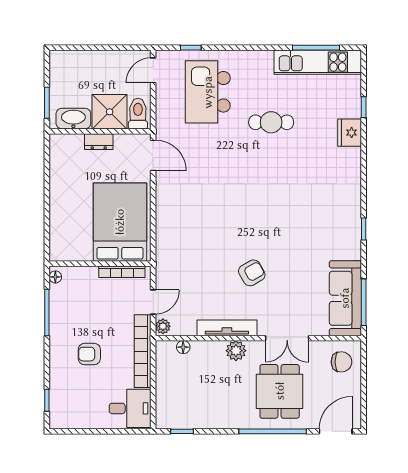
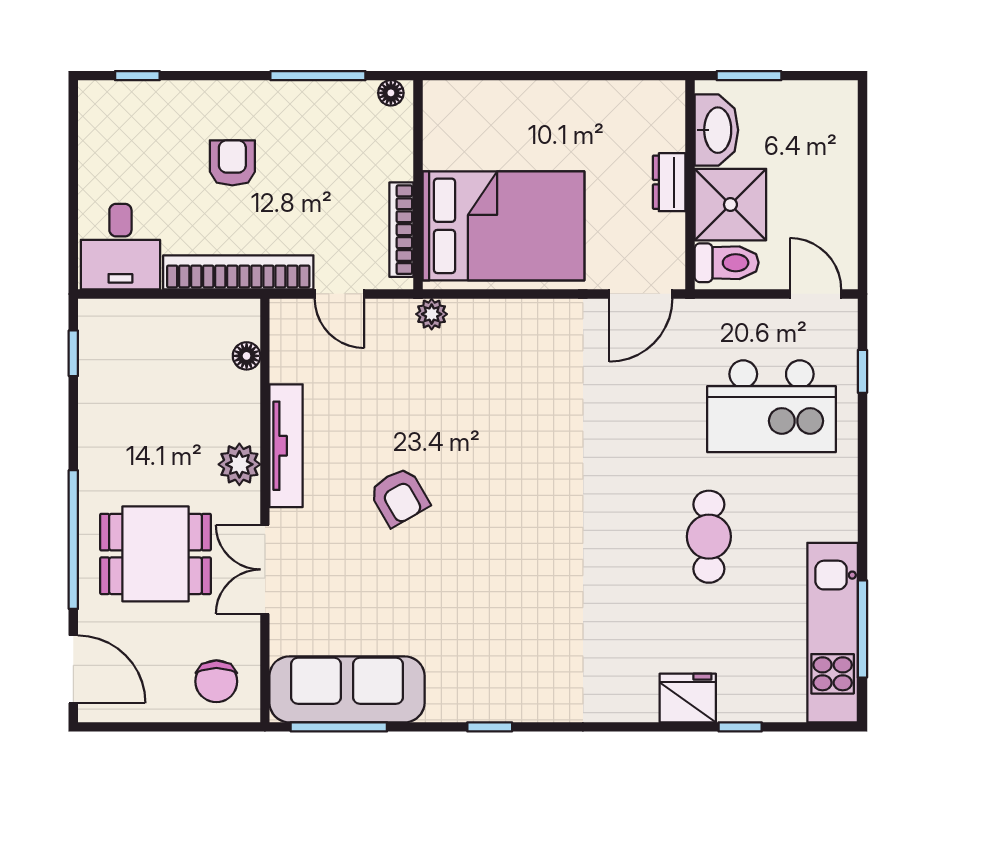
kitchen island: (208, 92) -> (772, 406), turned 180
plant: (163, 326) -> (432, 314), moved

